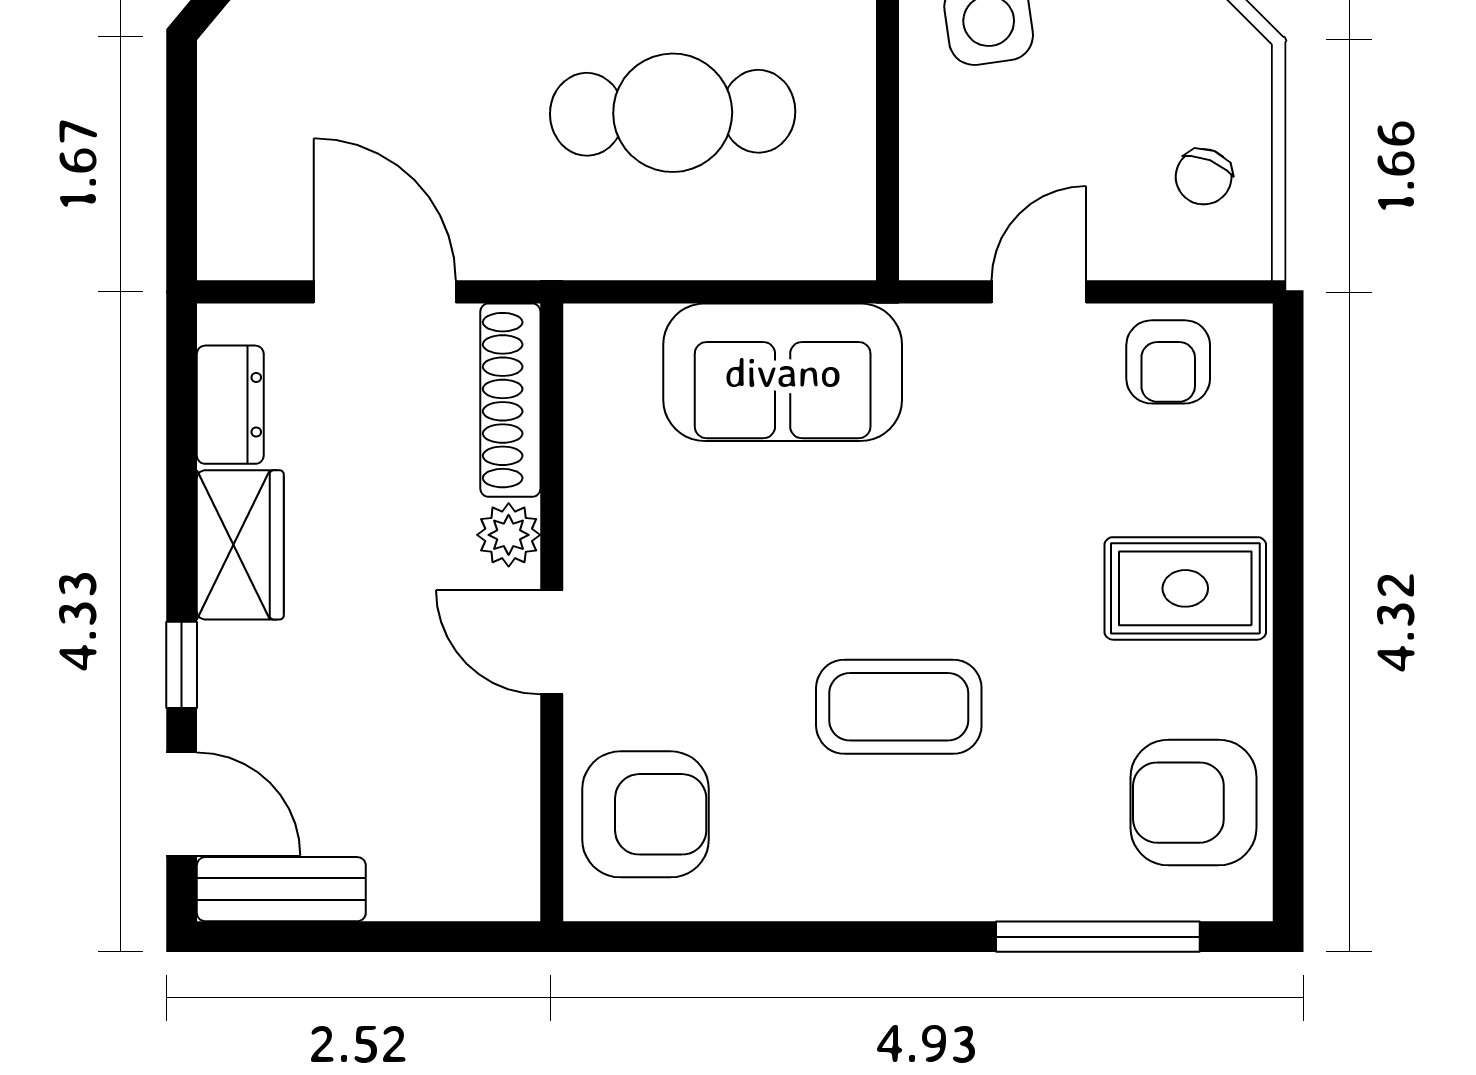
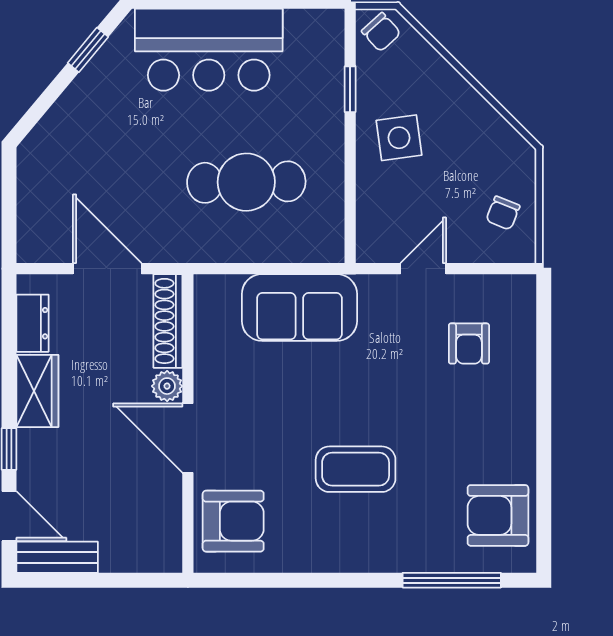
armchair: (1168, 362) -> (469, 344), moved
rug: (1185, 588) -> (494, 412), removed
door: (552, 642) -> (188, 438), width x1.38

